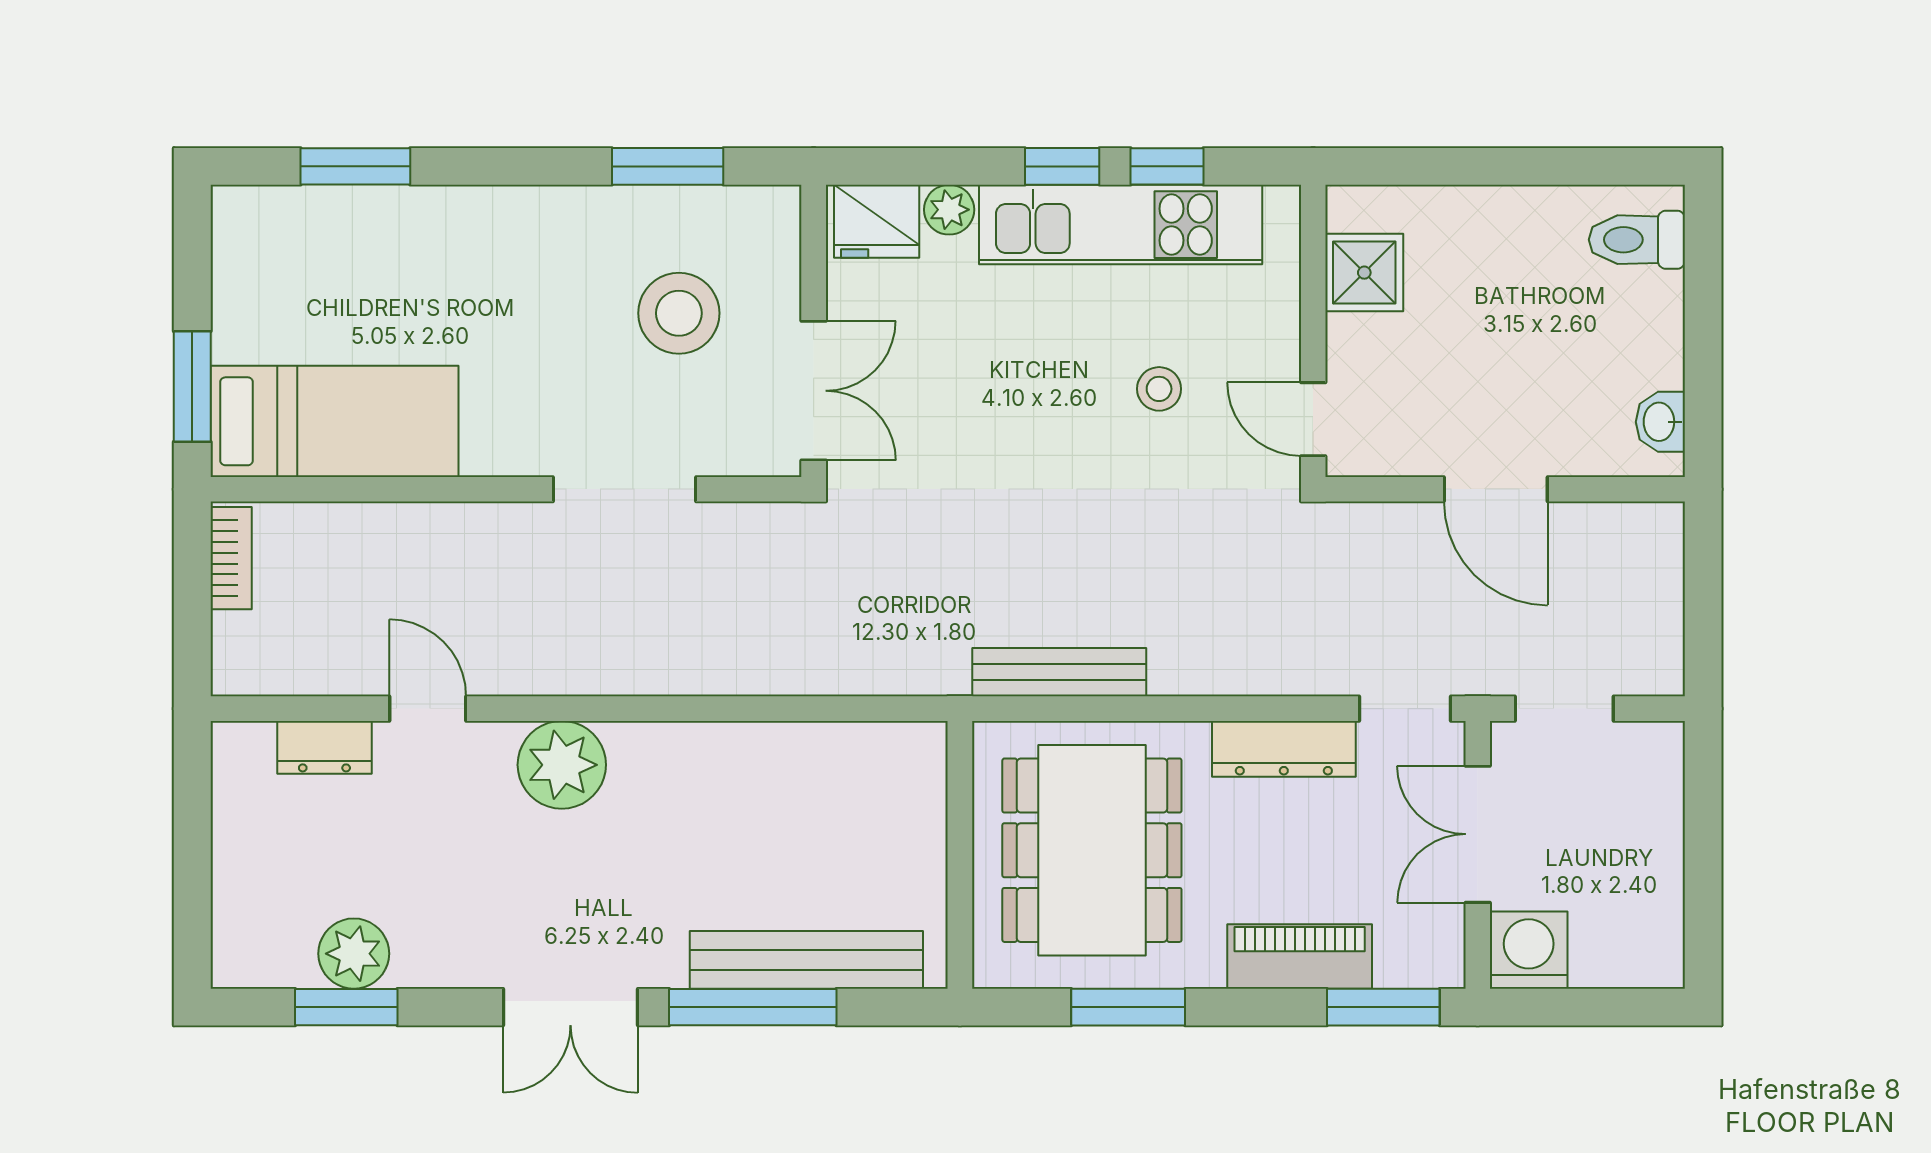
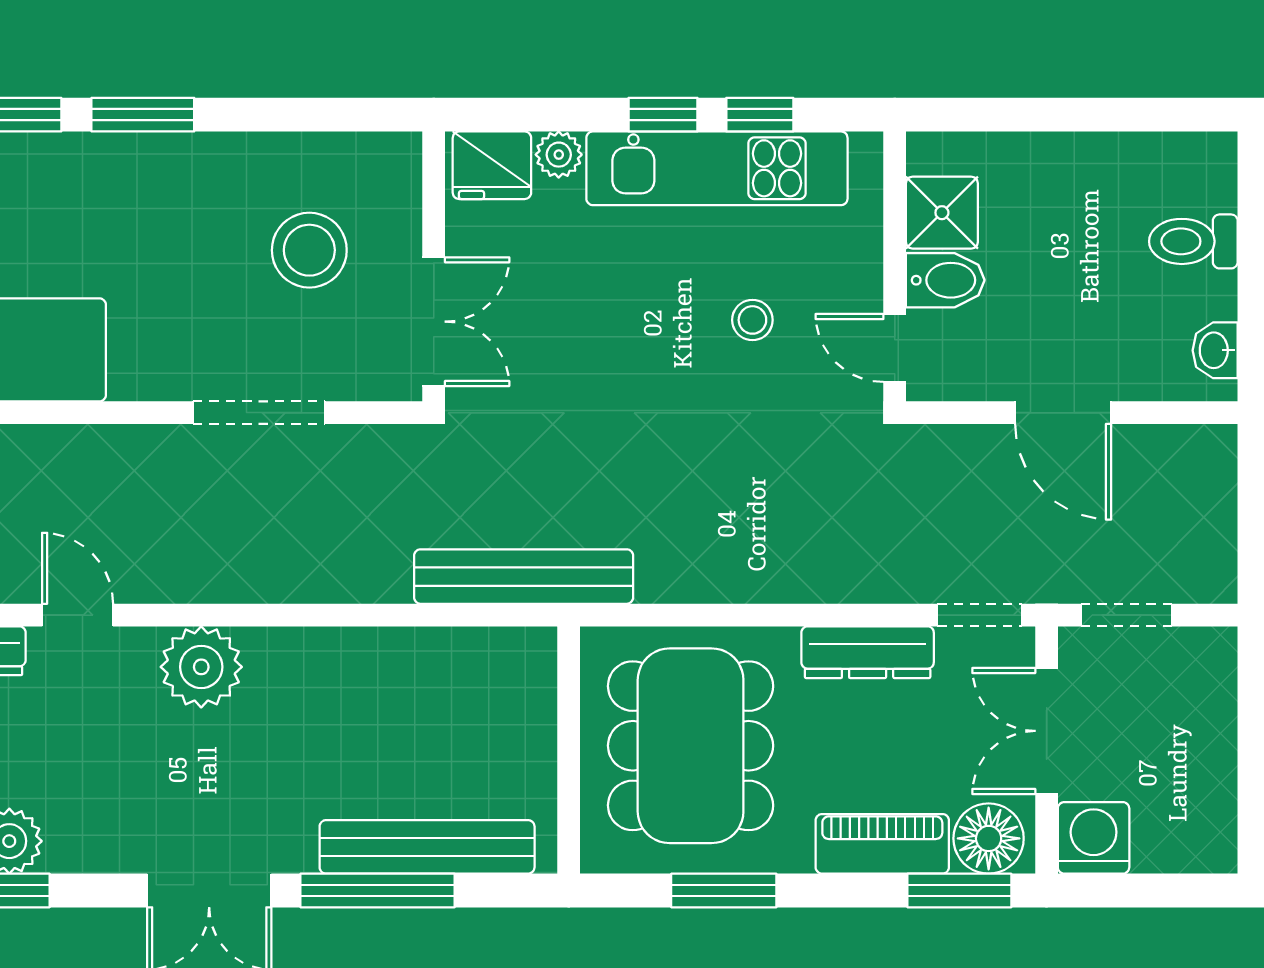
window: (668, 166) -> (143, 115), moved
toilet: (1637, 240) -> (1193, 241), moved
bidet: (1368, 346) -> (945, 280), added
bench: (1059, 672) -> (524, 577), moved, width x1.37, depth x1.21
floor lamp: (1415, 951) -> (989, 838), added

